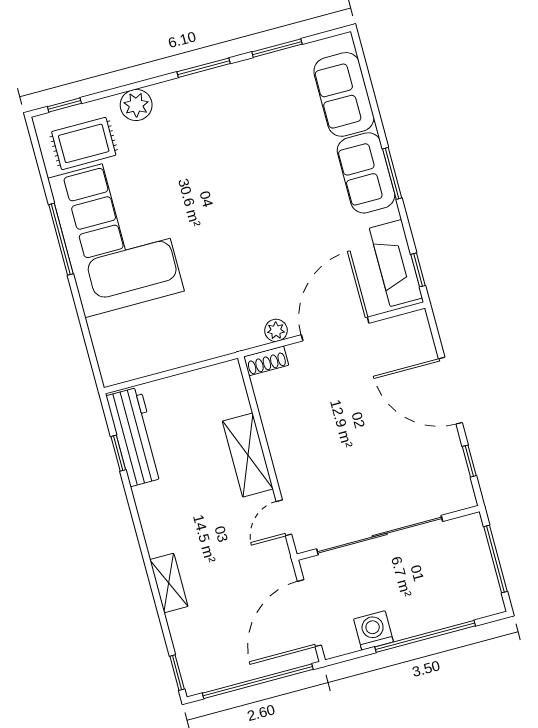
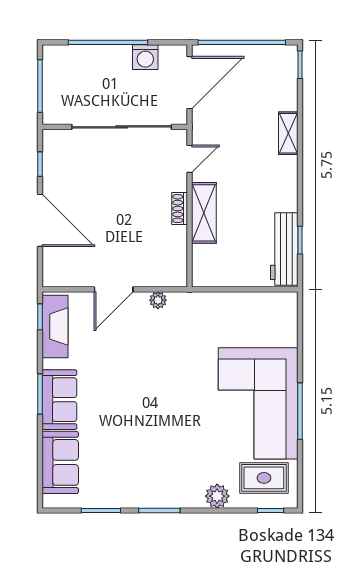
door: (335, 329) -> (114, 289), width x0.73
shoe rack: (266, 361) -> (180, 209), moved, turned -90

